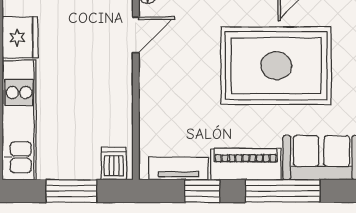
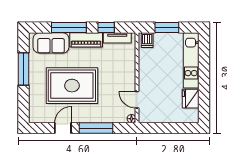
door: (136, 35) -> (137, 100), hinge flipped

